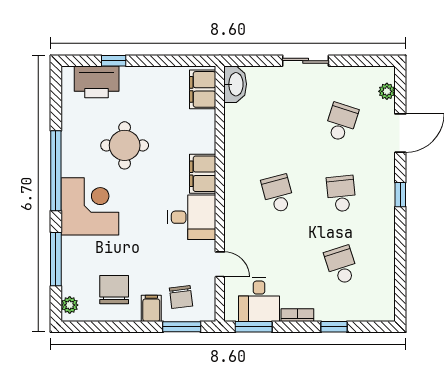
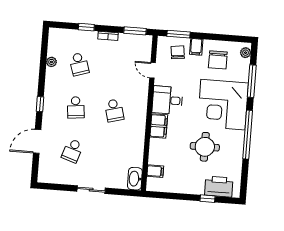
filing cabinet: (203, 89) -> (155, 171), width x0.50
plant: (387, 91) -> (51, 62), moved
corner desk: (90, 206) -> (223, 105), width x1.36, depth x1.36
desk: (259, 299) -> (131, 47), removed

